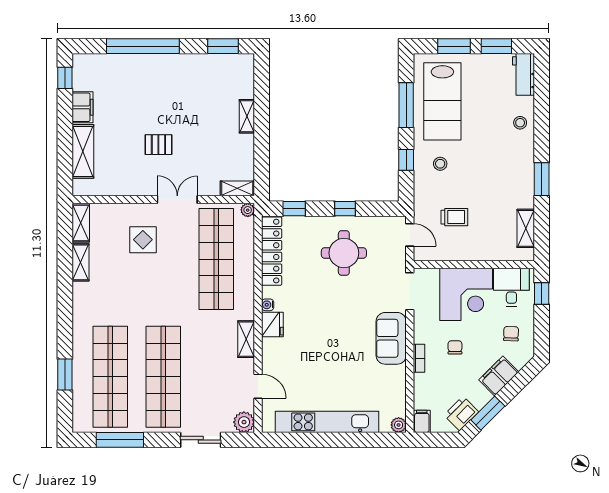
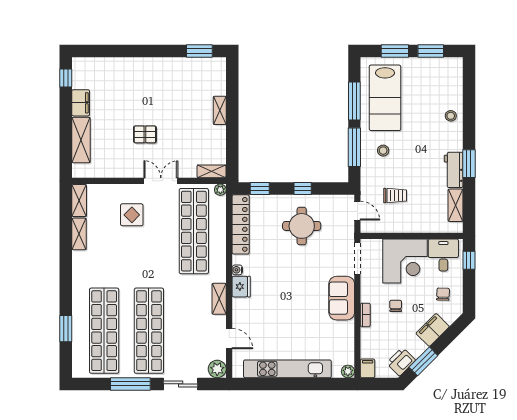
window: (143, 46) -> (132, 51), removed
workbench: (524, 74) -> (454, 170), moved
window: (406, 160) -> (354, 147), width x2.17
window: (120, 440) -> (130, 384), moved

